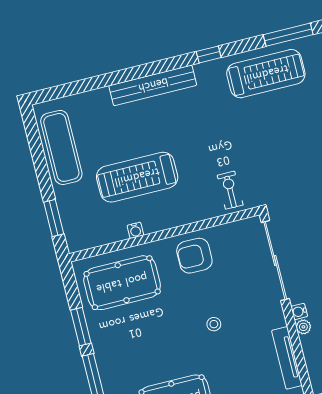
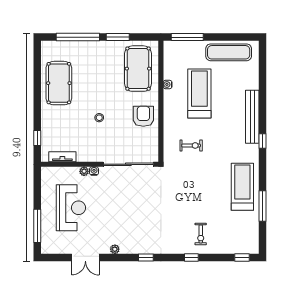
window: (209, 54) -> (263, 141), moved
treadmill: (266, 74) -> (242, 187), turned 180
exercise bike: (230, 190) -> (191, 145), moved
window: (54, 218) -> (187, 37), width x1.44
tv unit: (287, 358) -> (62, 157), width x0.71

